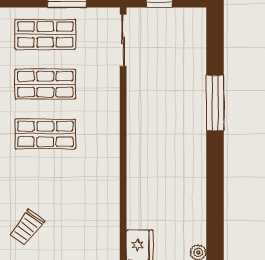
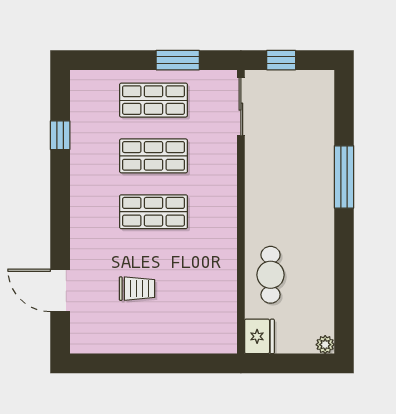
cafe table: (150, 190) -> (271, 275), added
trolley: (27, 227) -> (137, 289), moved, turned -127

